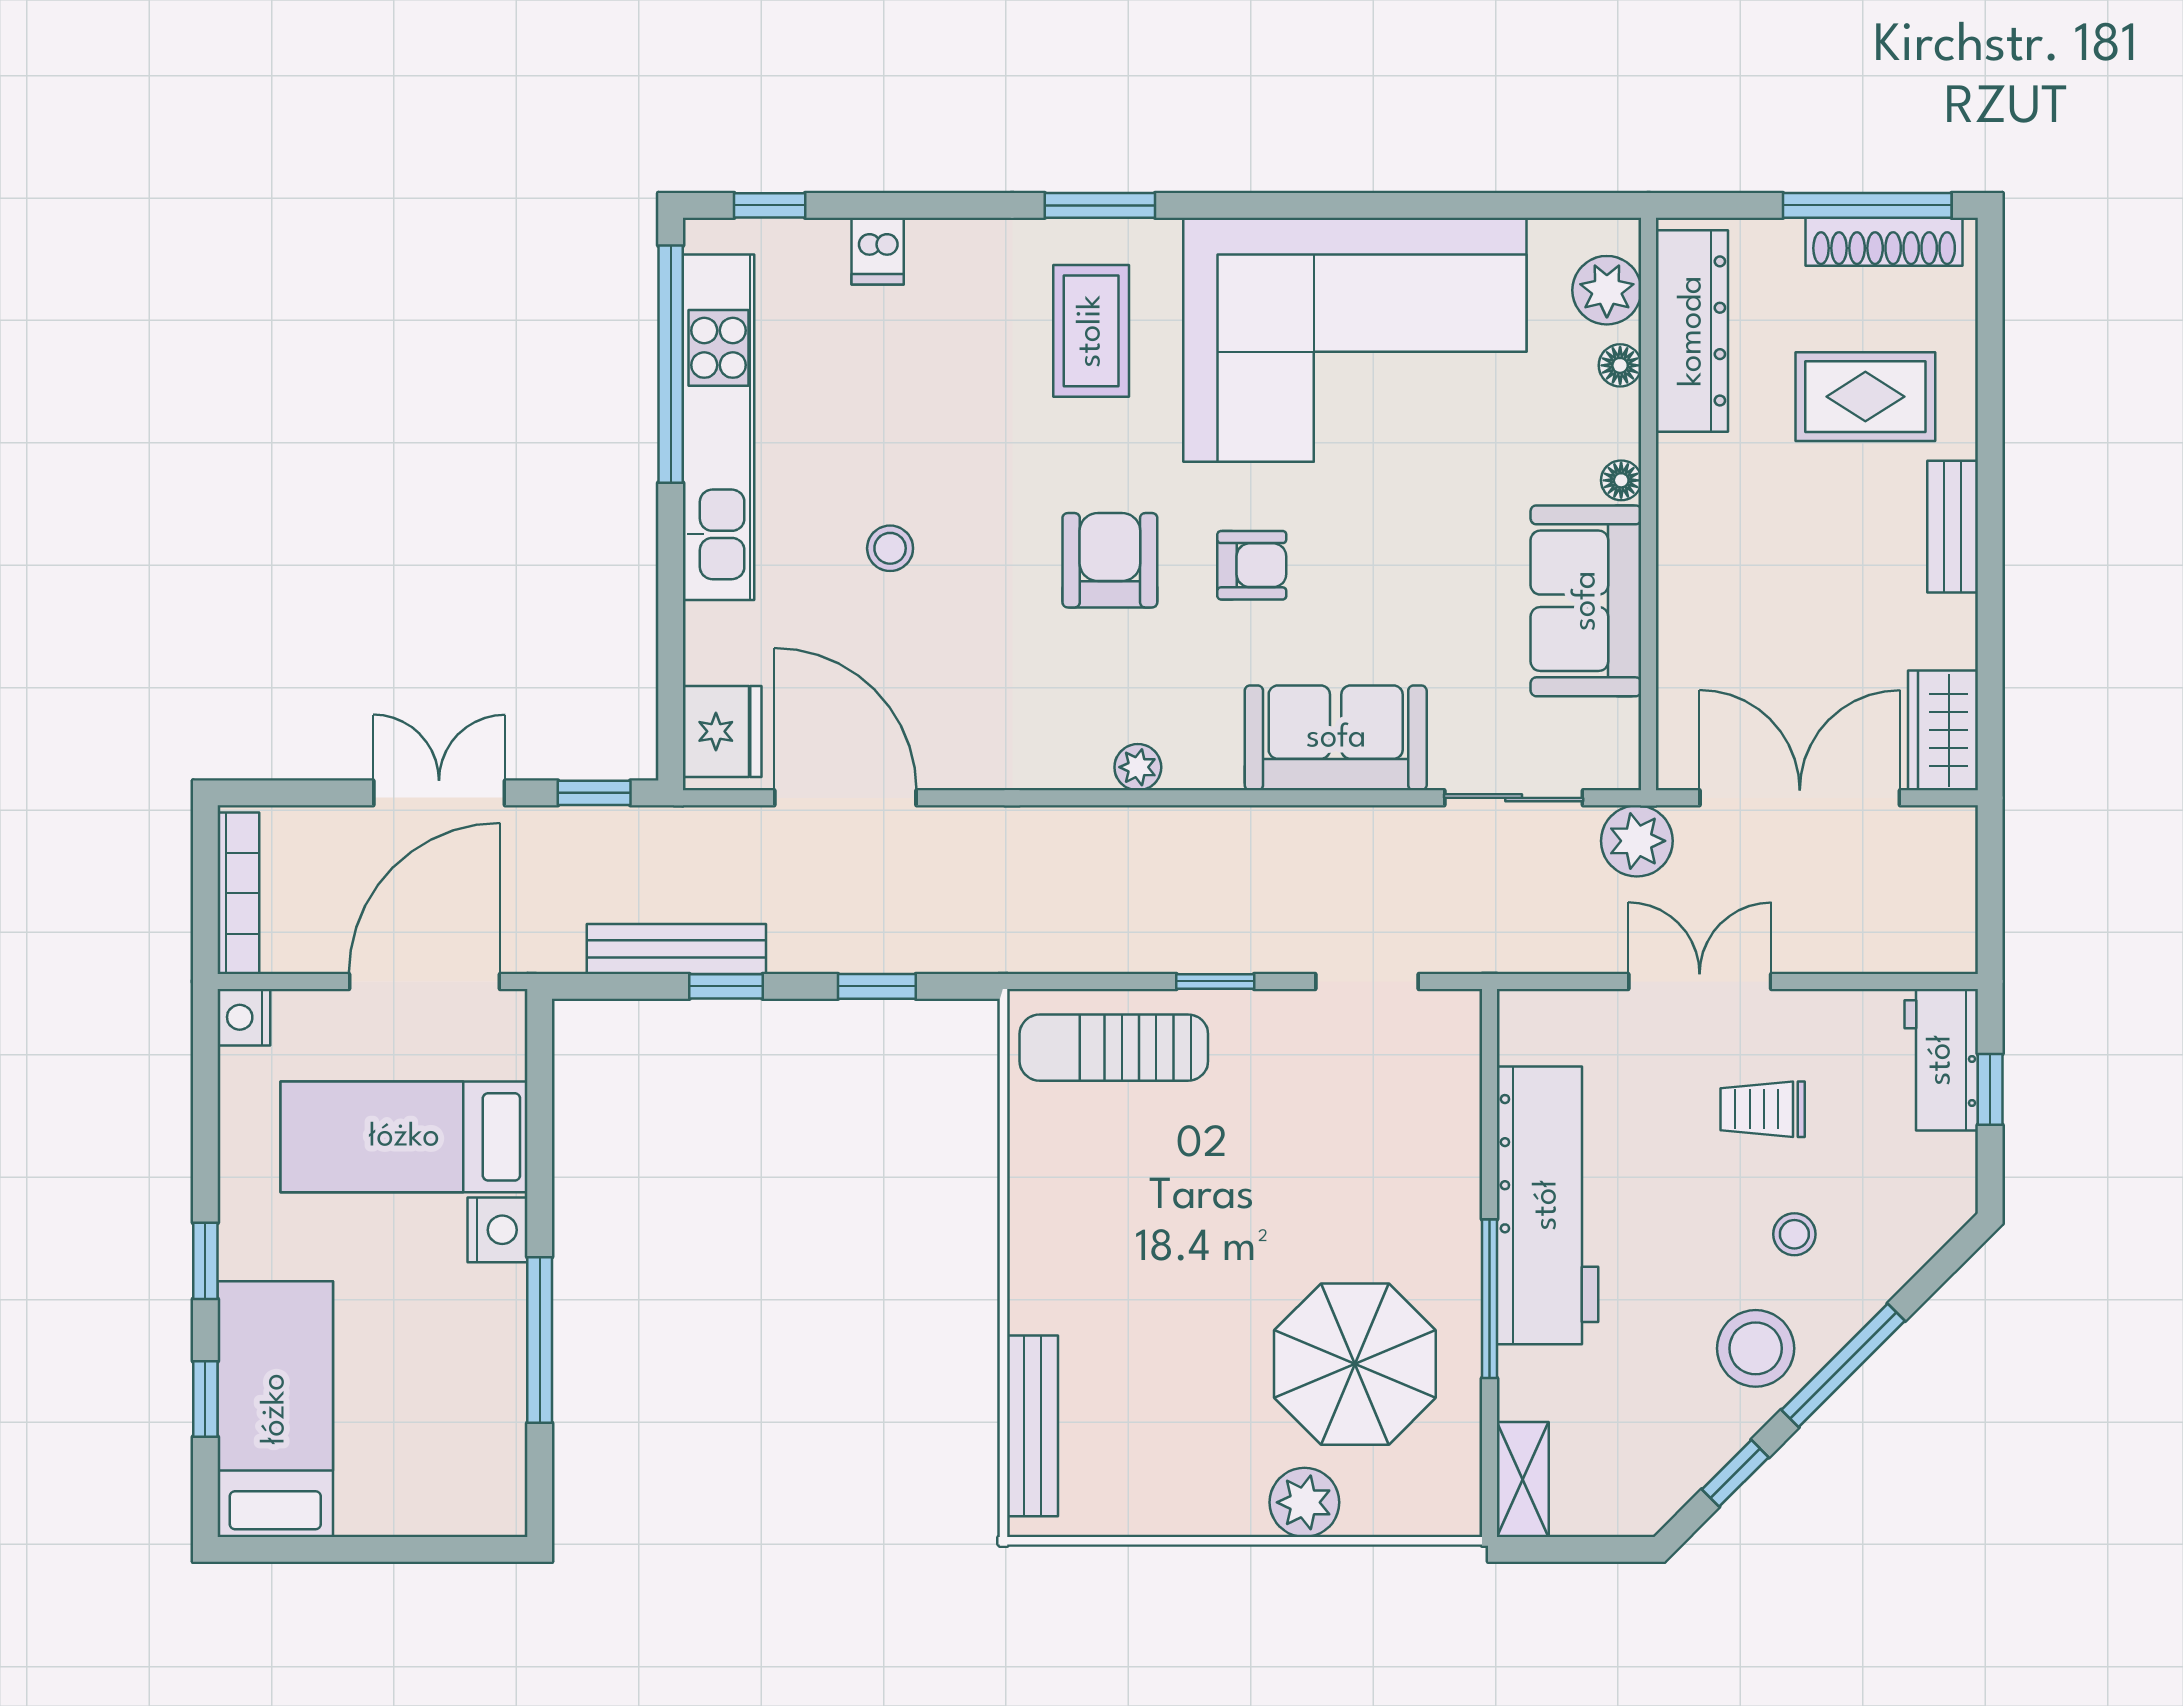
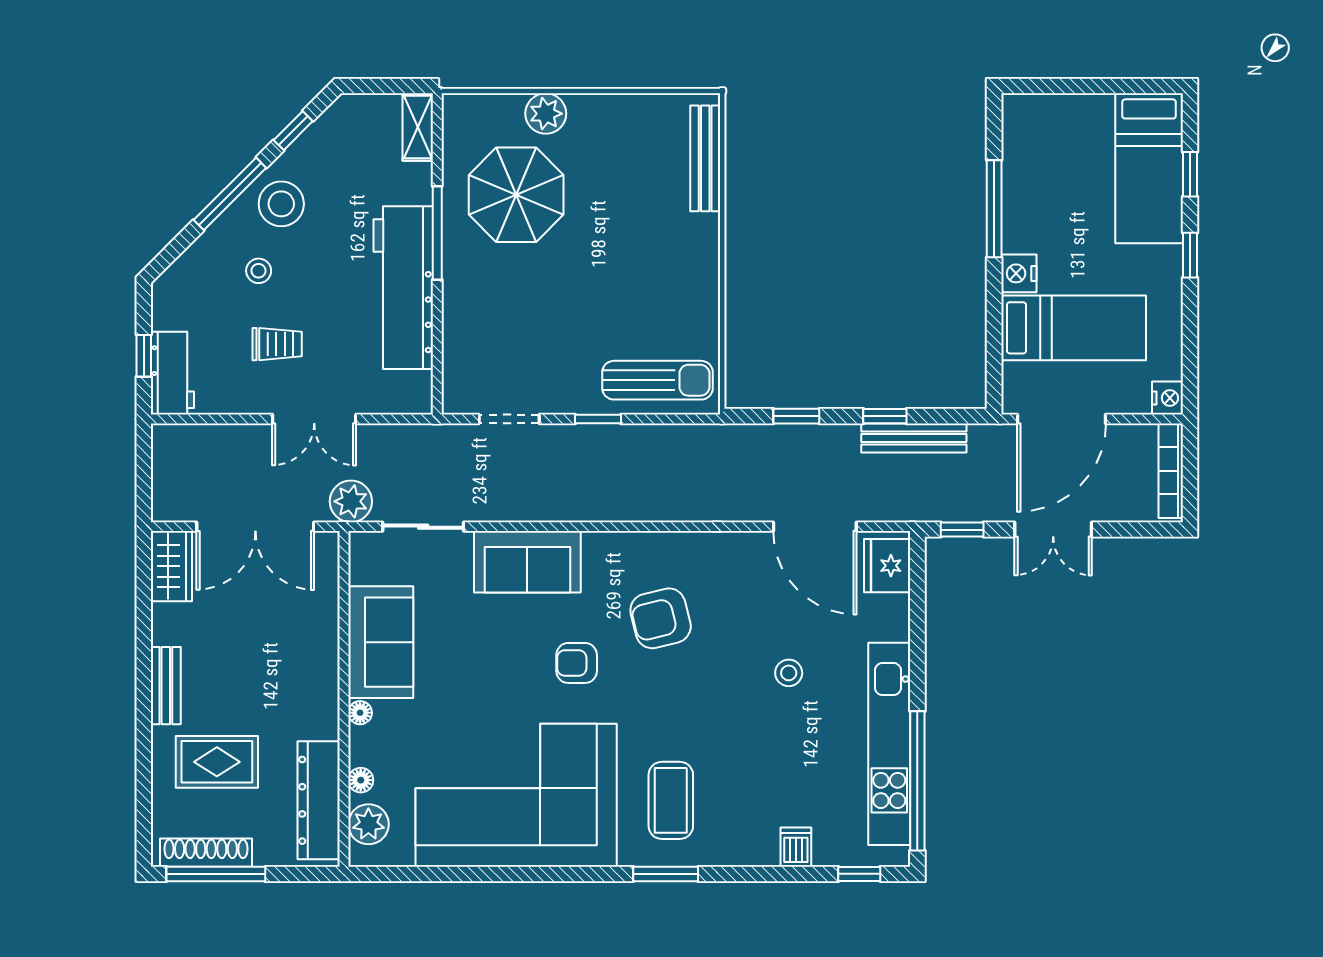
armchair: (1110, 560) -> (661, 618), moved, turned 76
plant: (1138, 767) -> (643, 545), removed

